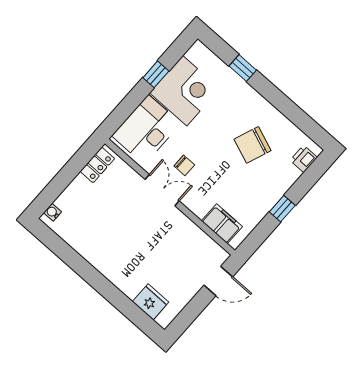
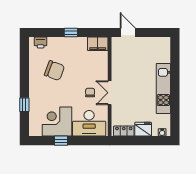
filing cabinet: (222, 224) -> (98, 44), moved, turned -90
kitchen unit: (107, 263) -> (163, 88), added
fridge: (151, 302) -> (143, 129), moved, turned 90

